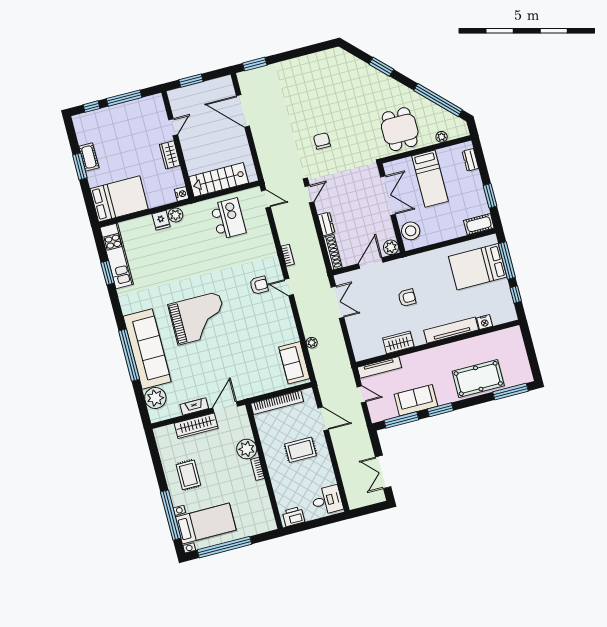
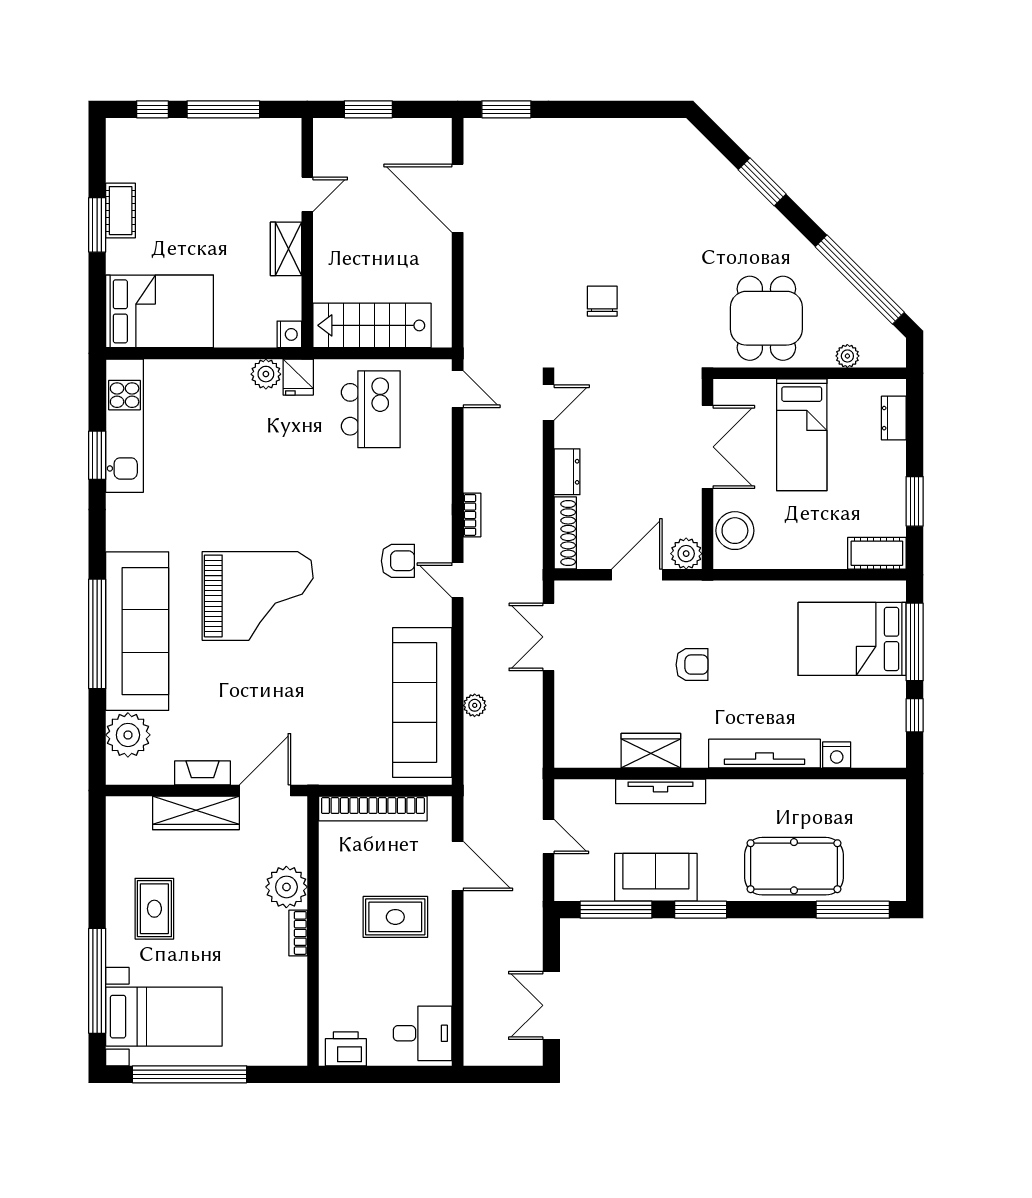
fridge: (161, 220) -> (298, 377), moved
double door: (337, 302) -> (548, 637), swing flipped
sofa: (294, 363) -> (422, 703), width x1.85, depth x1.27
tv unit: (379, 367) -> (661, 791), moved

